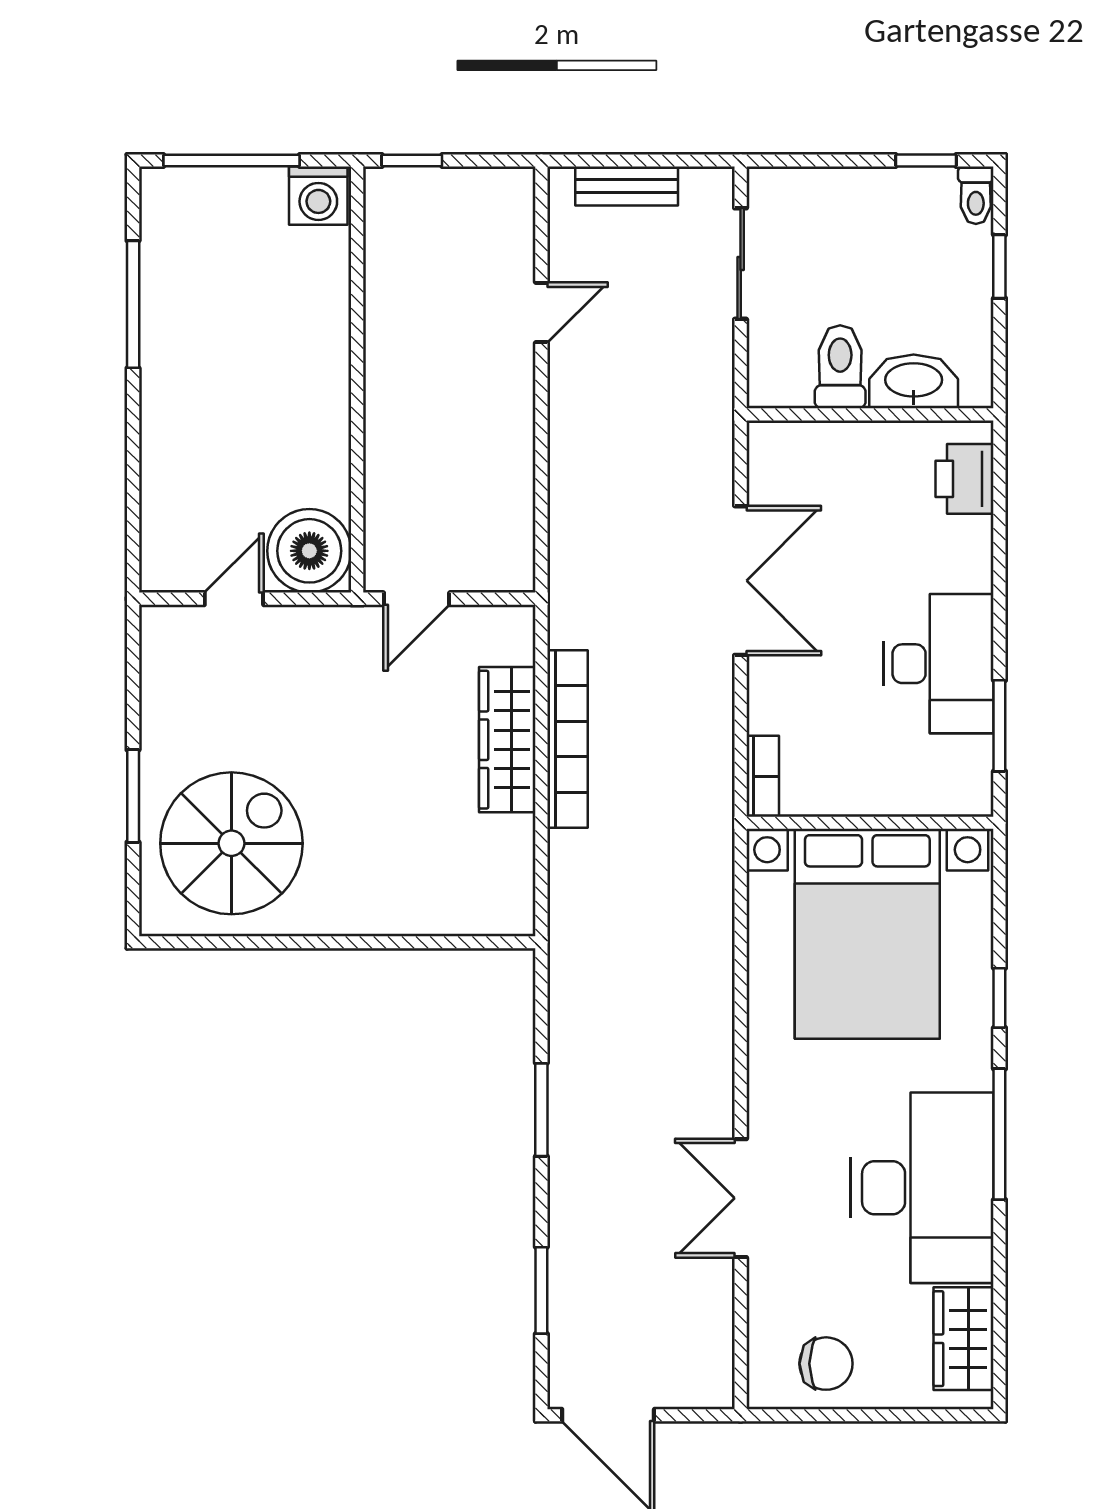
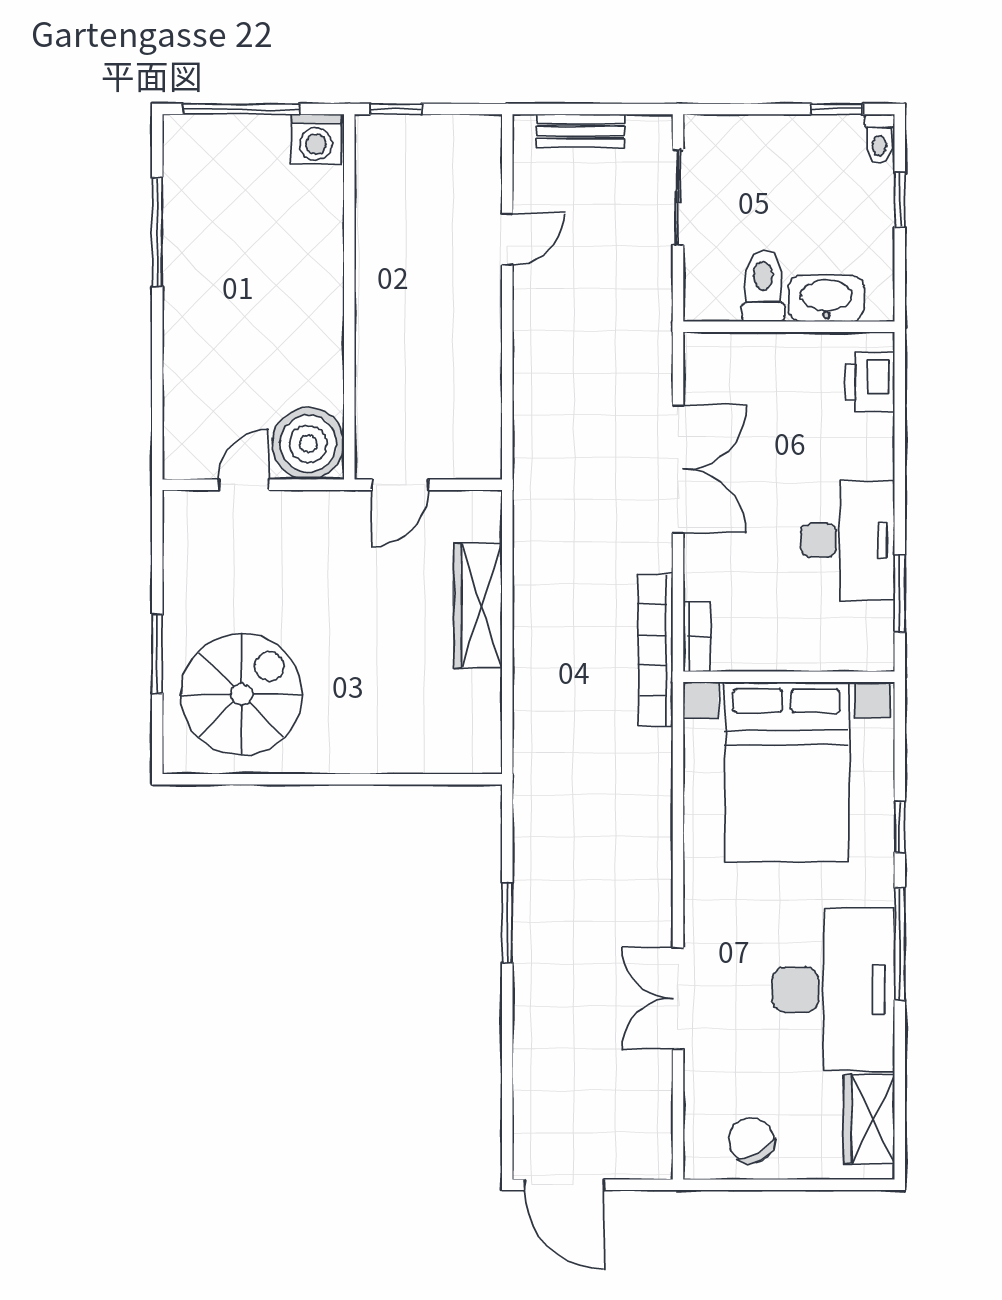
bookcase: (568, 739) -> (655, 650), moved, turned 180
window: (541, 1290) -> (507, 1078), removed
chair: (826, 1364) -> (751, 1140), turned -119

